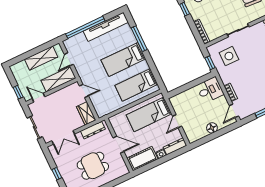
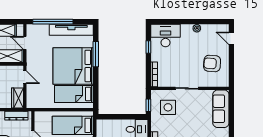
door: (69, 59) -> (25, 43), hinge flipped
bed: (123, 59) -> (73, 66), width x2.04

